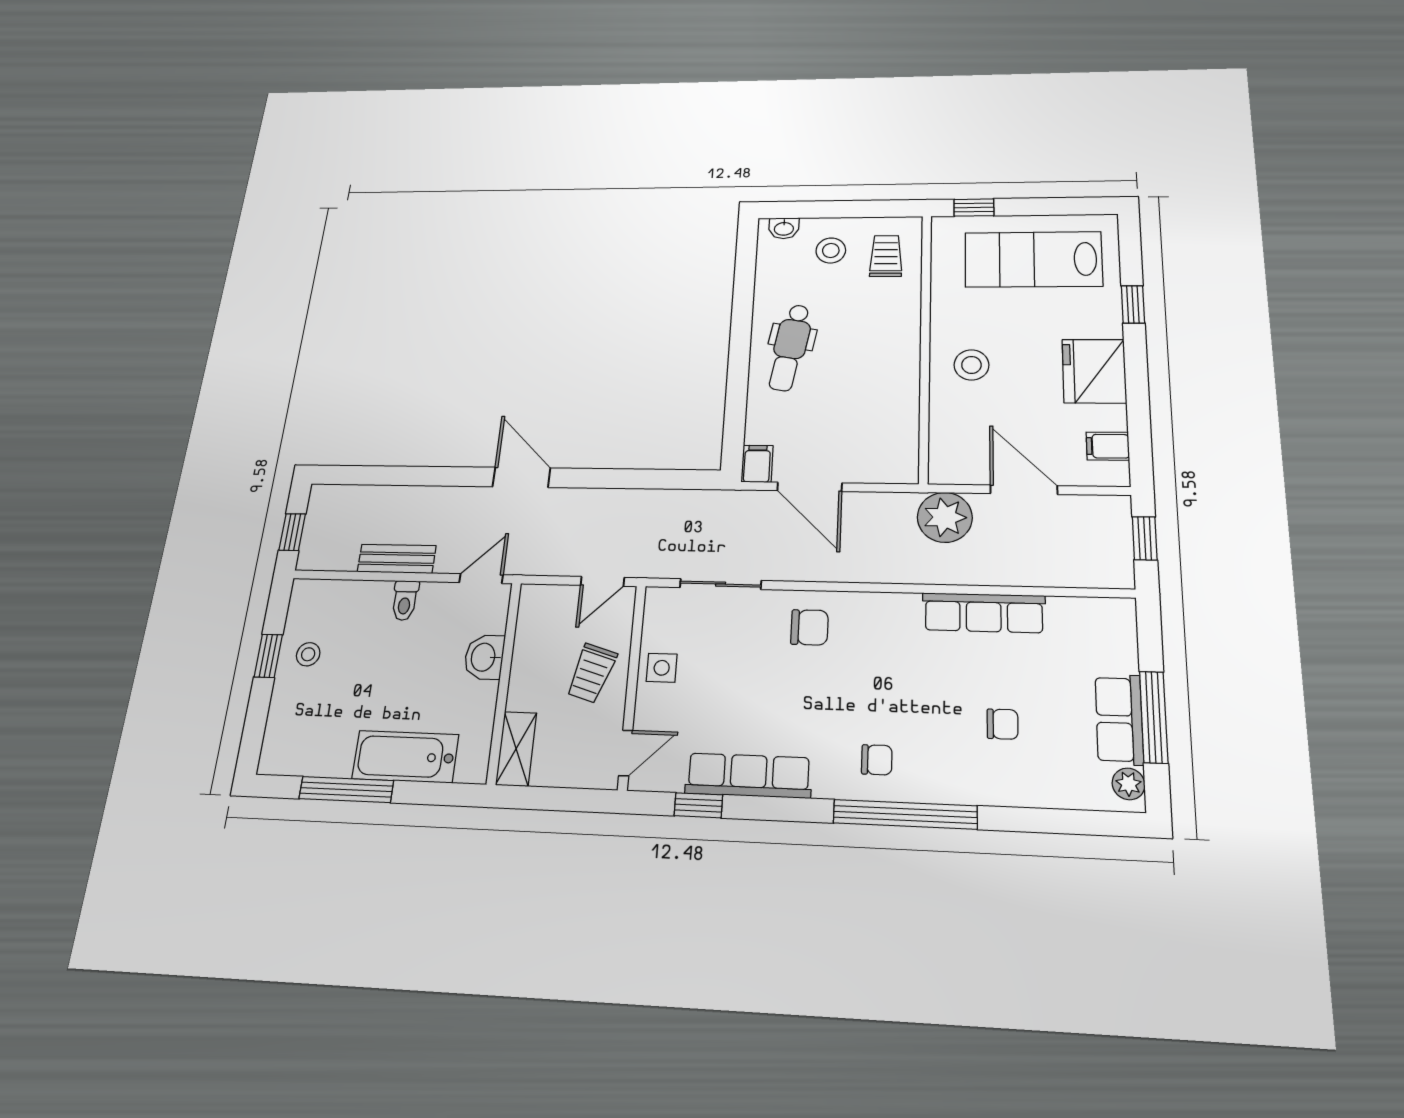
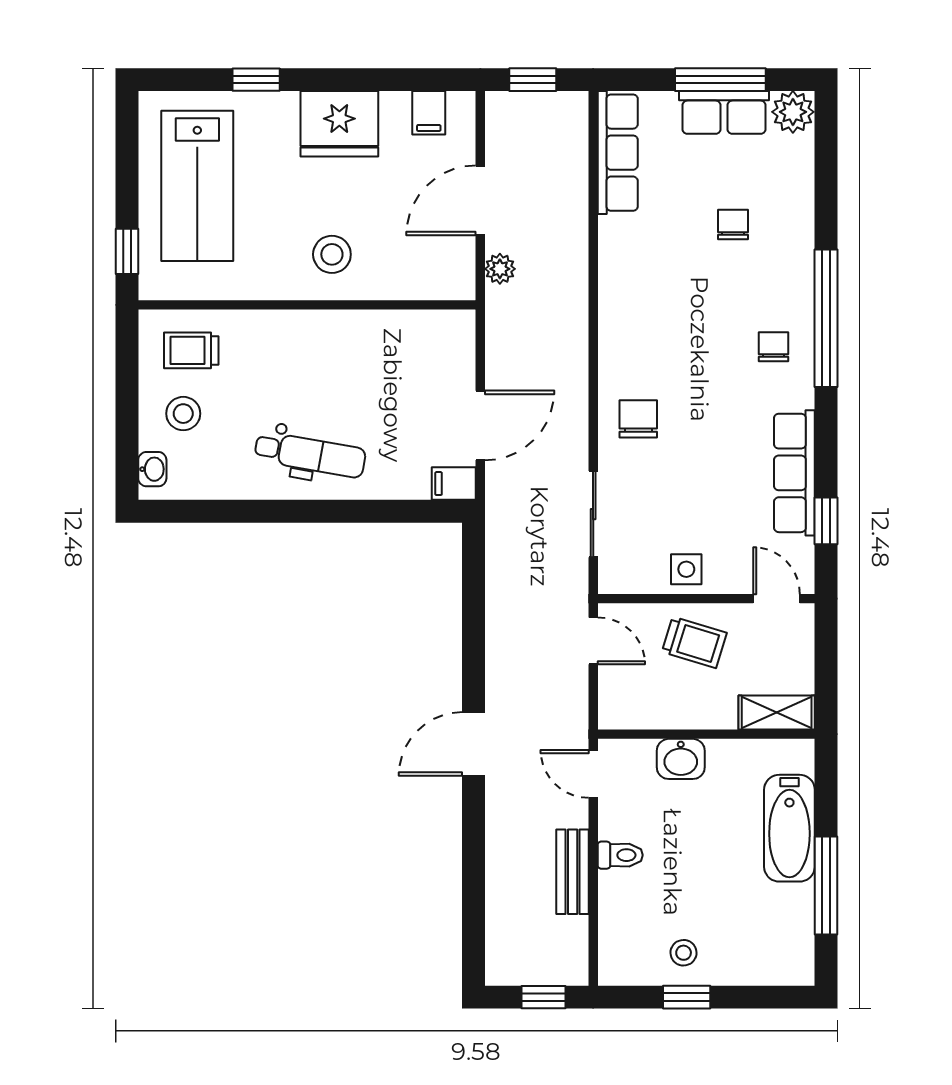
plant: (945, 517) -> (500, 269), width x0.53, depth x0.53
row of seats: (984, 613) -> (618, 153), moved
plant: (1129, 784) -> (793, 112), width x1.38, depth x1.38

